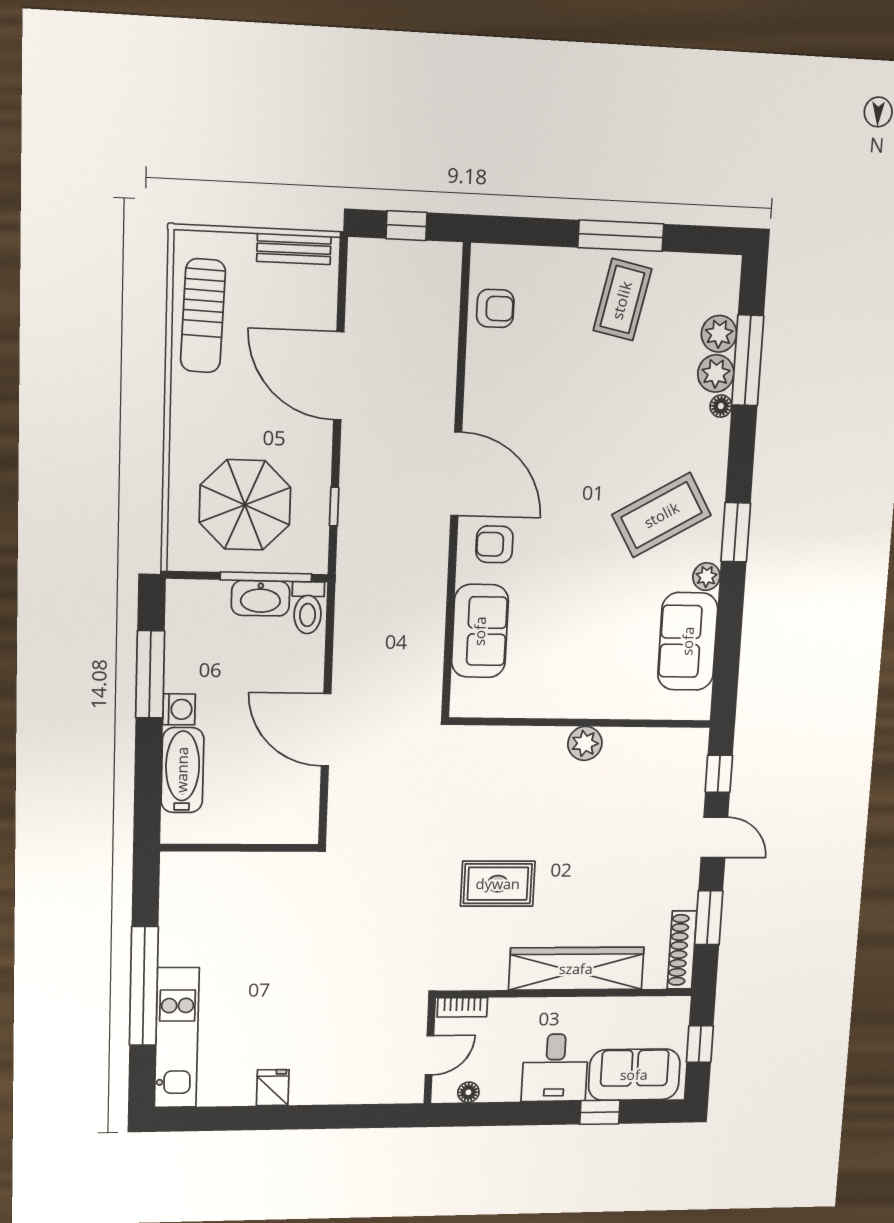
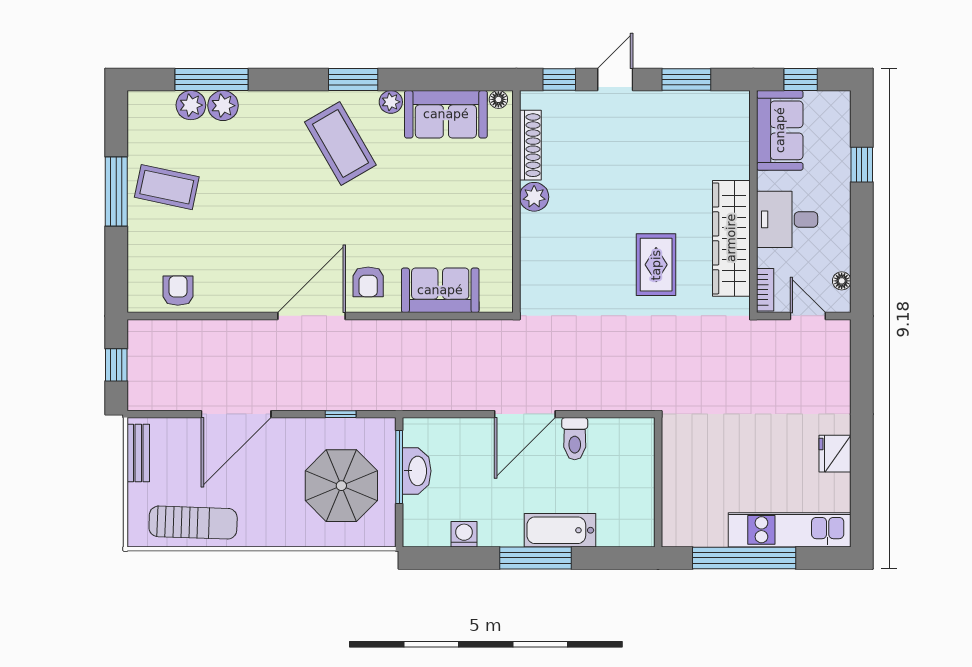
floor lamp: (721, 406) -> (498, 99), moved
toilet: (308, 608) -> (575, 439), moved, turned 90
window: (150, 674) -> (535, 558), moved
washing machine: (179, 709) -> (464, 534), moved
wall: (239, 848) -> (658, 482), moved
shoe rack: (682, 950) -> (530, 145), moved, turned -90
wardrobe: (576, 969) -> (731, 238), moved
desk: (555, 1068) -> (787, 219), moved, turned 180
sofa: (634, 1075) -> (780, 130), moved, turned 180
fridge: (273, 1088) -> (835, 454), width x1.38

